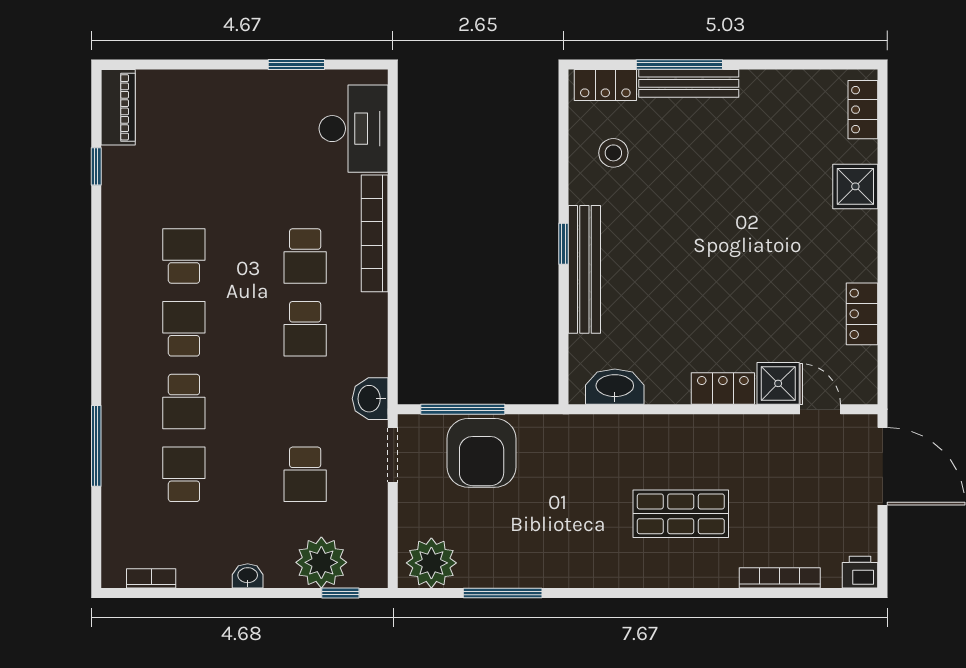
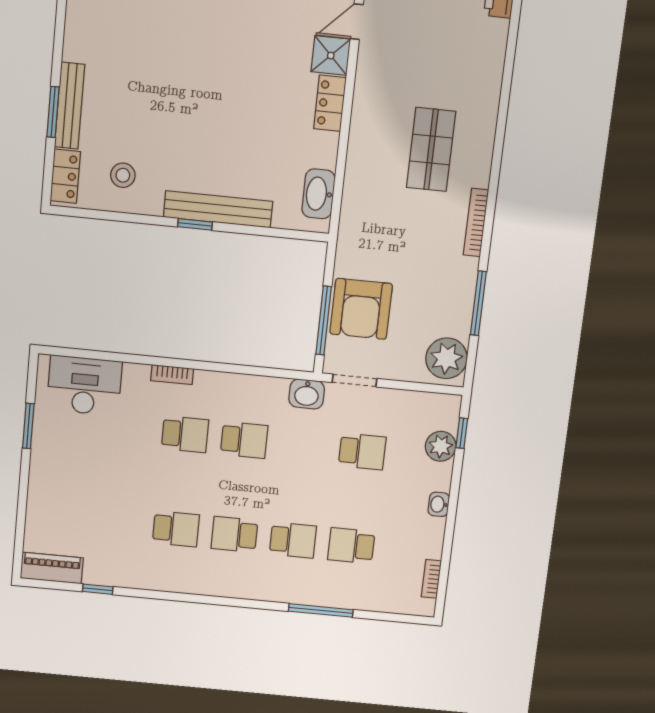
window: (679, 65) -> (53, 112), width x0.69
bookcase: (375, 233) -> (172, 375), width x0.43, depth x0.76
school desk: (184, 256) -> (176, 529), turned 180
armchair: (482, 453) -> (361, 309), turned 90
plant: (321, 562) -> (441, 446), width x0.73, depth x0.73
bookcase: (780, 578) -> (476, 223), moved

